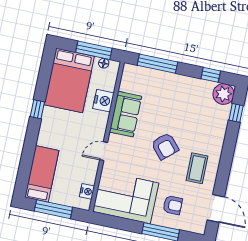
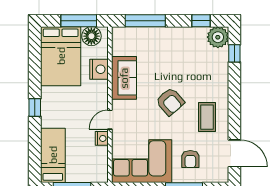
floor lamp: (104, 63) -> (91, 36), width x1.89, depth x1.89
window: (37, 109) -> (35, 107), moved
nightstand: (87, 191) -> (102, 138), moved
armchair: (173, 205) -> (190, 159), turned 90

